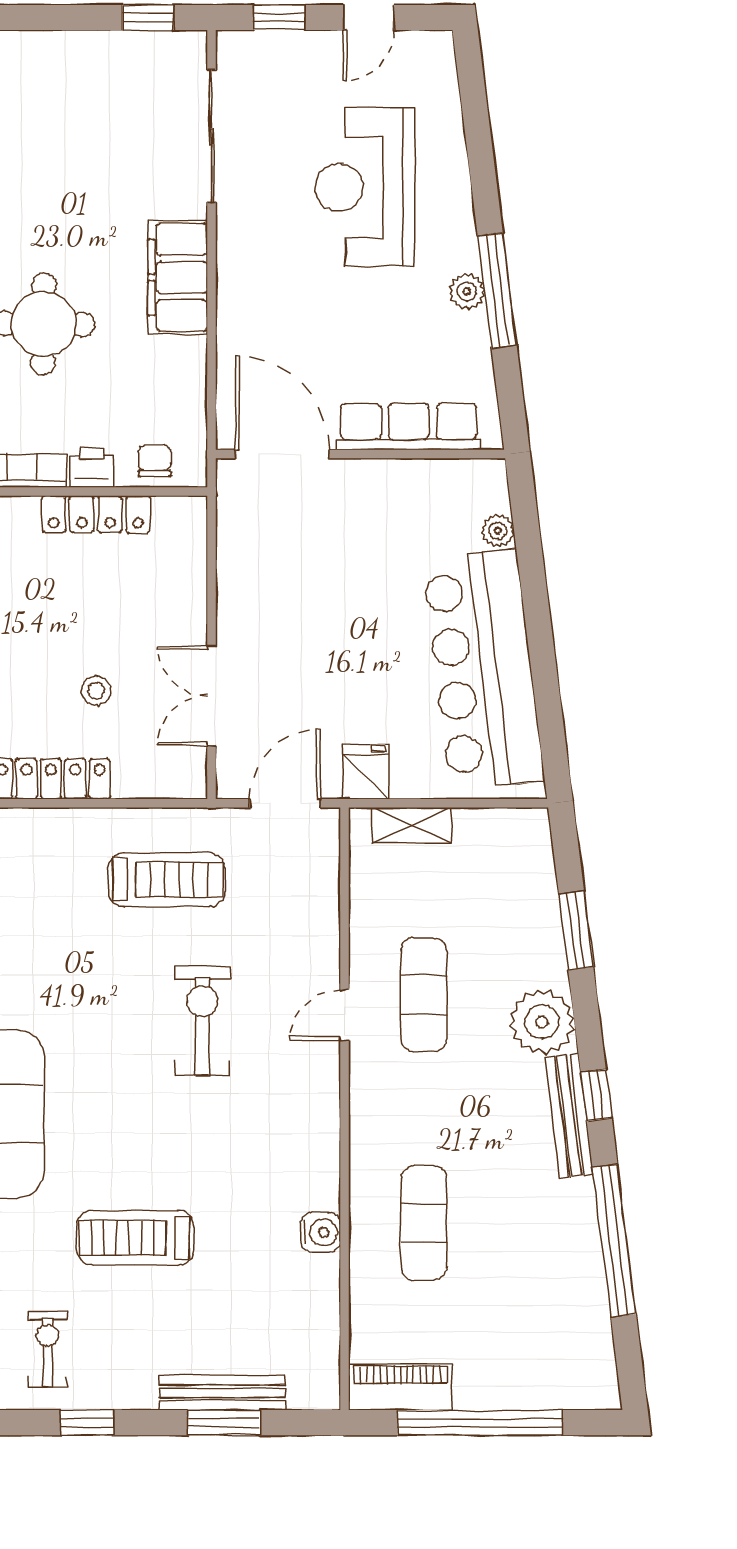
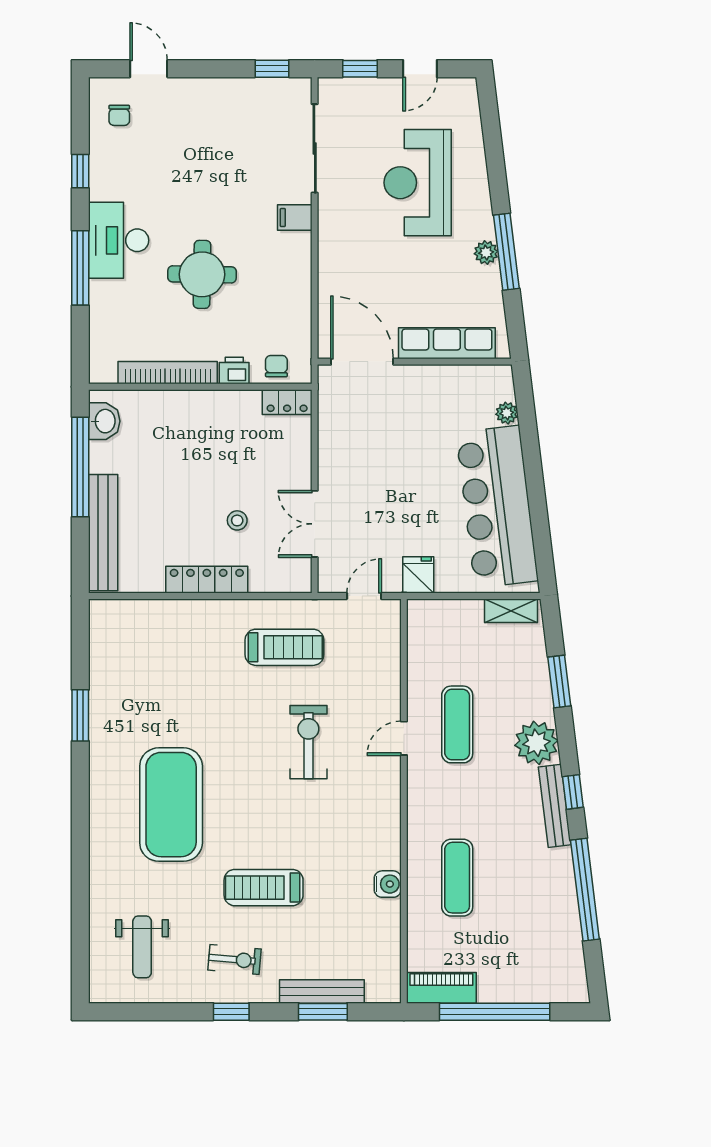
filing cabinet: (178, 277) -> (295, 218), width x0.33, depth x0.86
locker: (96, 514) -> (287, 402), moved, width x0.66
door: (285, 803) -> (364, 596), width x0.73
shelving: (411, 825) -> (511, 611), moved
exercise bike: (47, 1349) -> (235, 959), moved, turned 95

